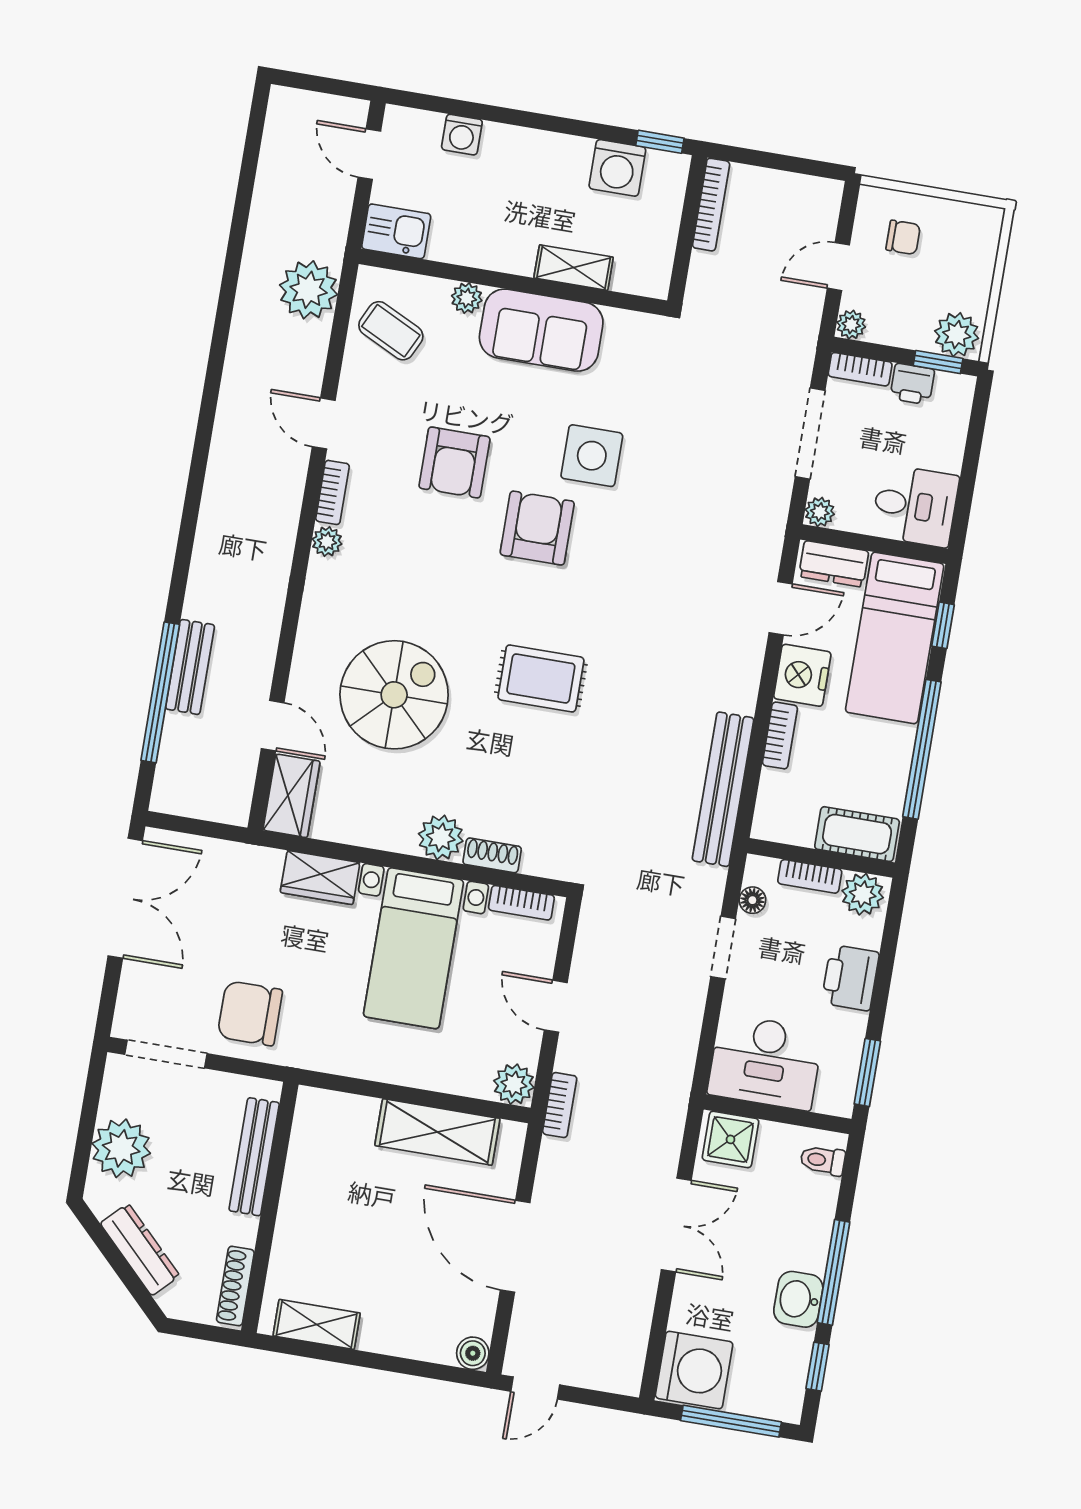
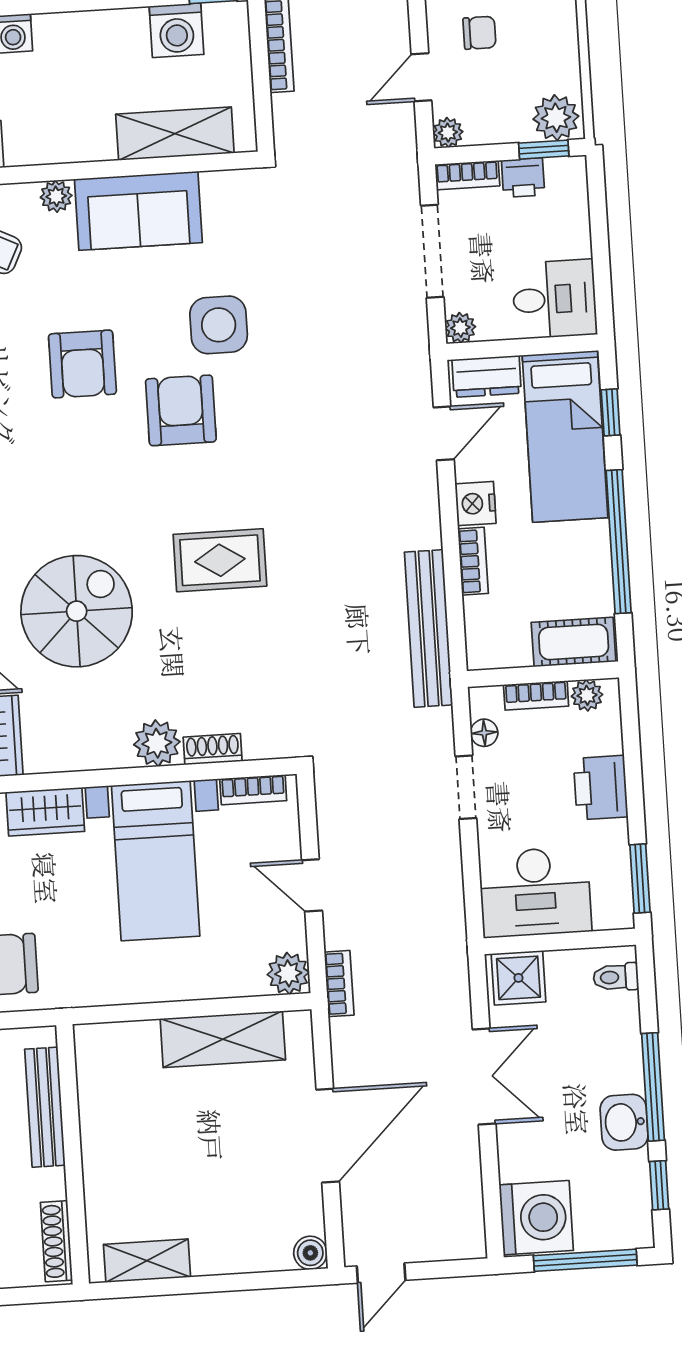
shelving: (574, 268) -> (175, 134), width x1.50, depth x1.33
nightstand: (802, 675) -> (475, 504), width x0.74, depth x0.75
plant: (863, 894) -> (587, 695), width x0.73, depth x0.73
door: (515, 1246) -> (328, 1136), swing flipped

